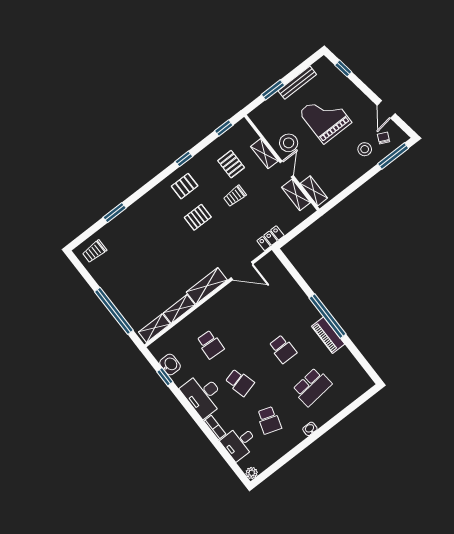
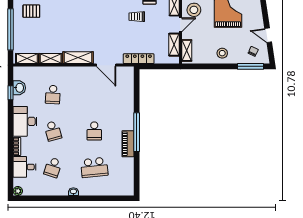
door: (386, 109) -> (268, 35), hinge flipped
stool: (365, 149) -> (222, 53), moved
pallet: (198, 217) -> (31, 11), moved
locker: (271, 238) -> (139, 59), width x1.53

